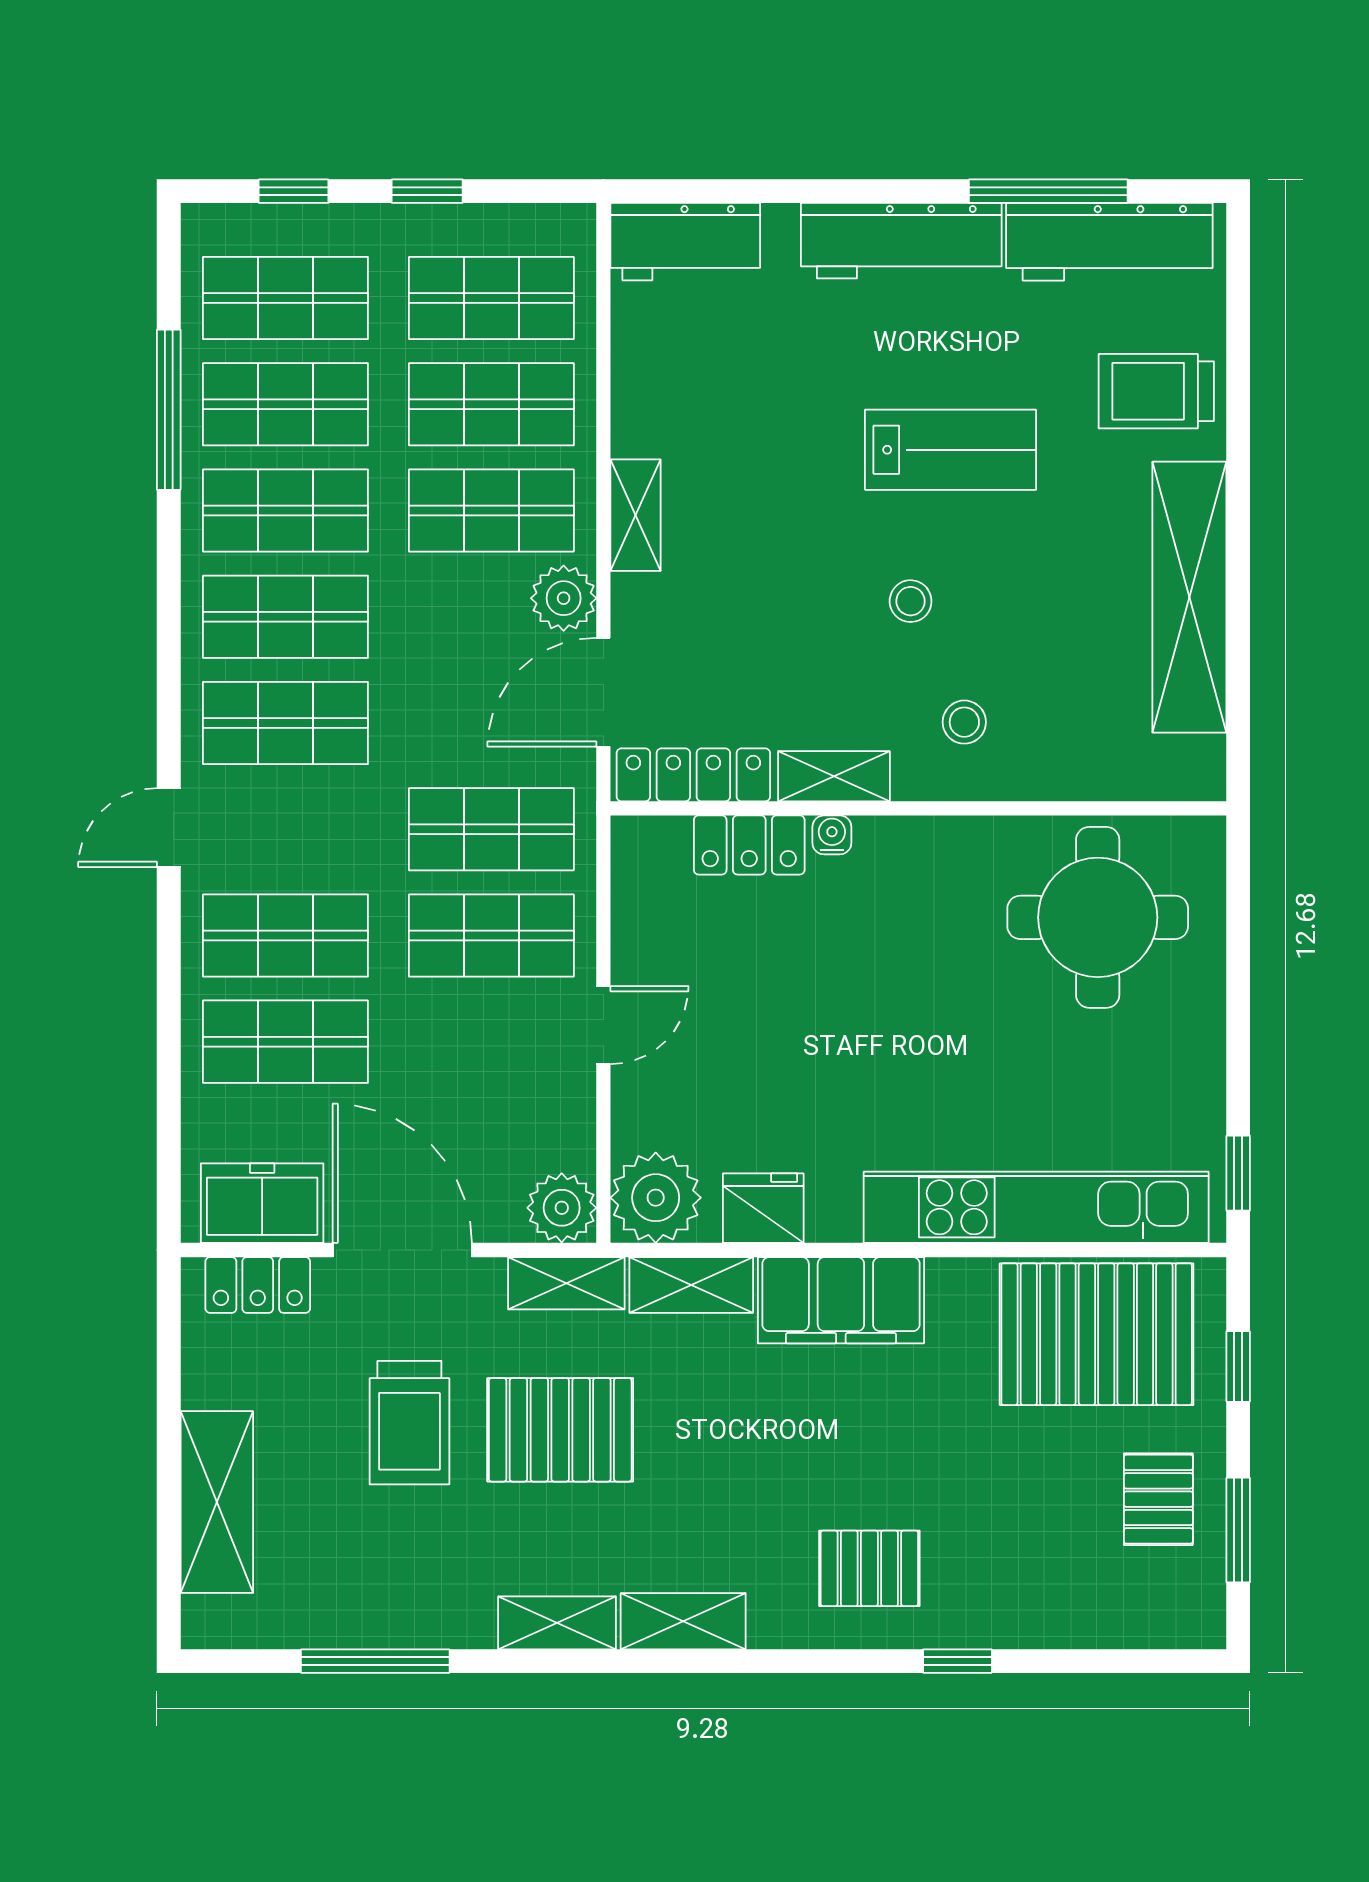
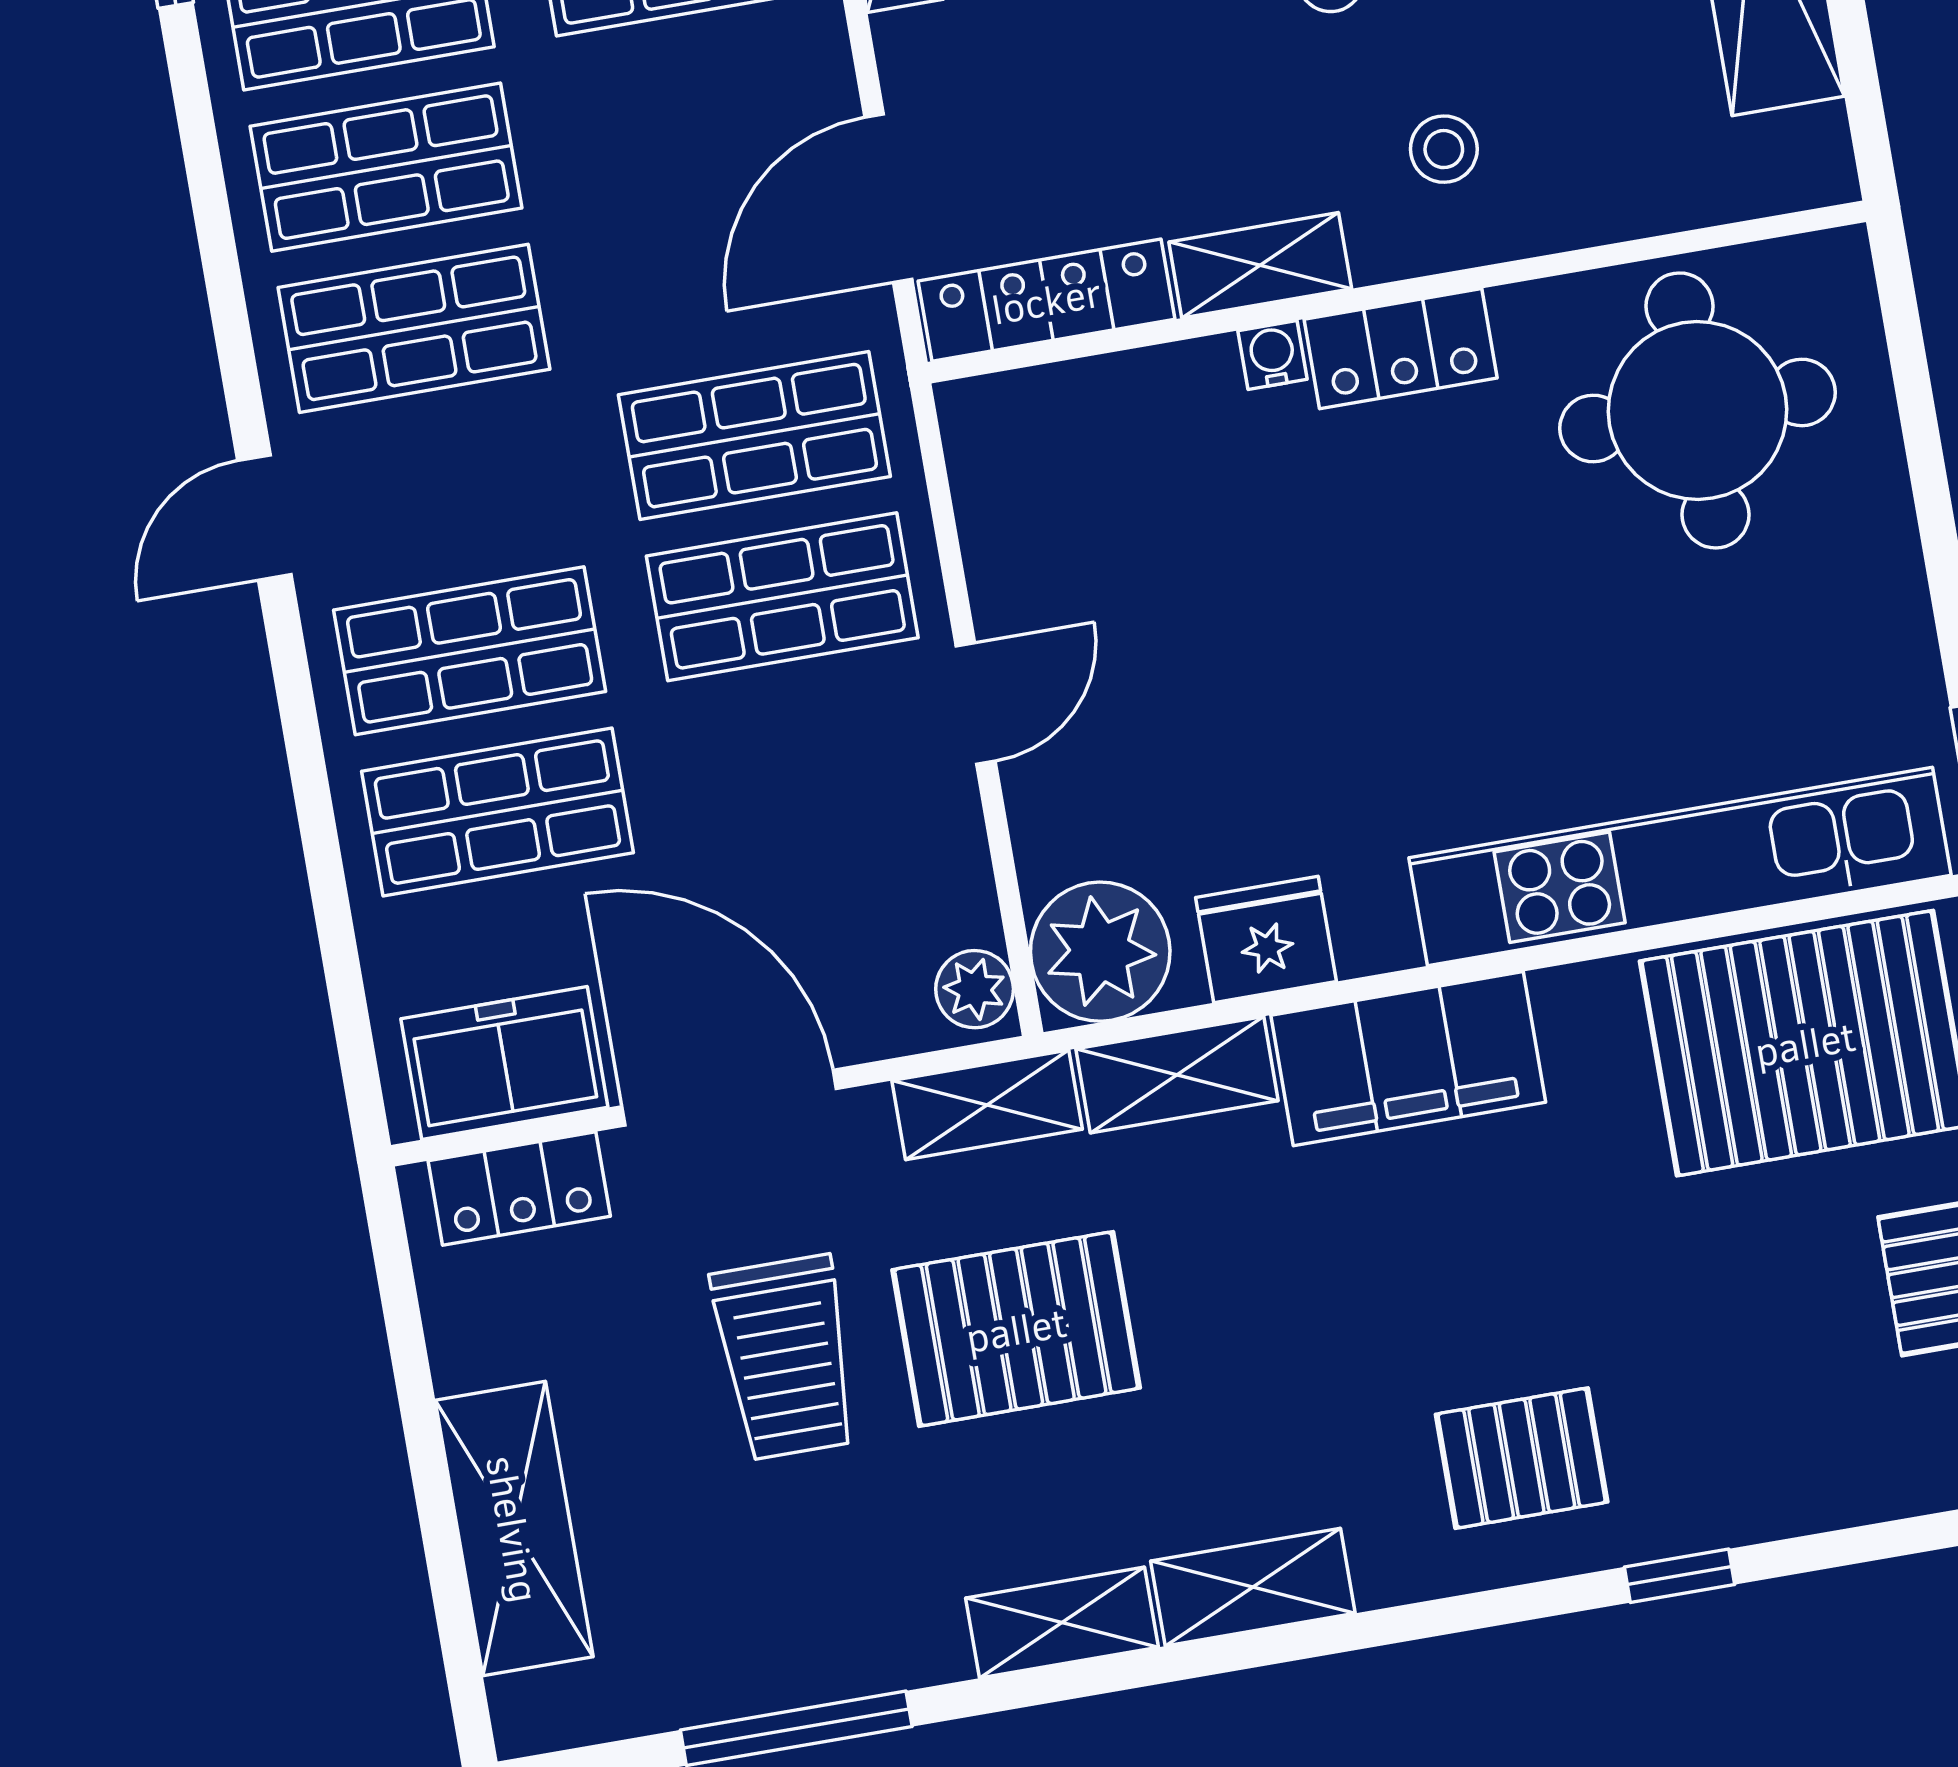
plant: (564, 598) -> (803, 66), removed
locker: (749, 845) -> (1401, 349), moved
plant: (562, 1208) -> (975, 989), width x0.73, depth x0.73

